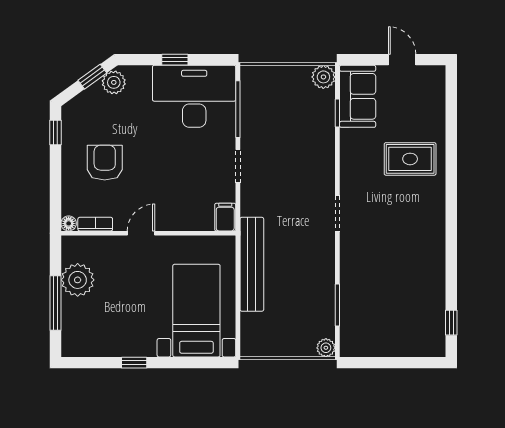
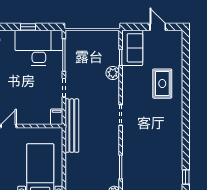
plant: (323, 77) -> (113, 73), moved
rug: (410, 159) -> (162, 84), turned 90
bench: (252, 264) -> (72, 126), moved

